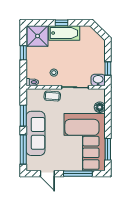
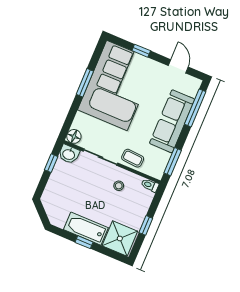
floor lamp: (100, 107) -> (74, 136), moved
window: (23, 116) -> (173, 162), moved
window: (108, 149) -> (85, 83), moved
window: (78, 174) -> (141, 51), width x0.46

